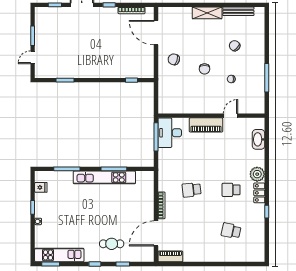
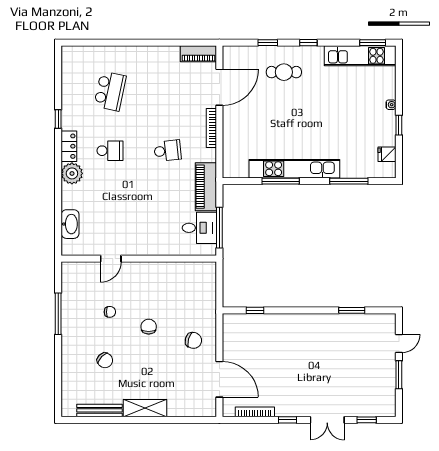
piano: (206, 125) -> (206, 187), moved, turned -90
desk: (170, 133) -> (199, 228), width x0.73
school desk: (231, 231) -> (110, 91), width x1.85

